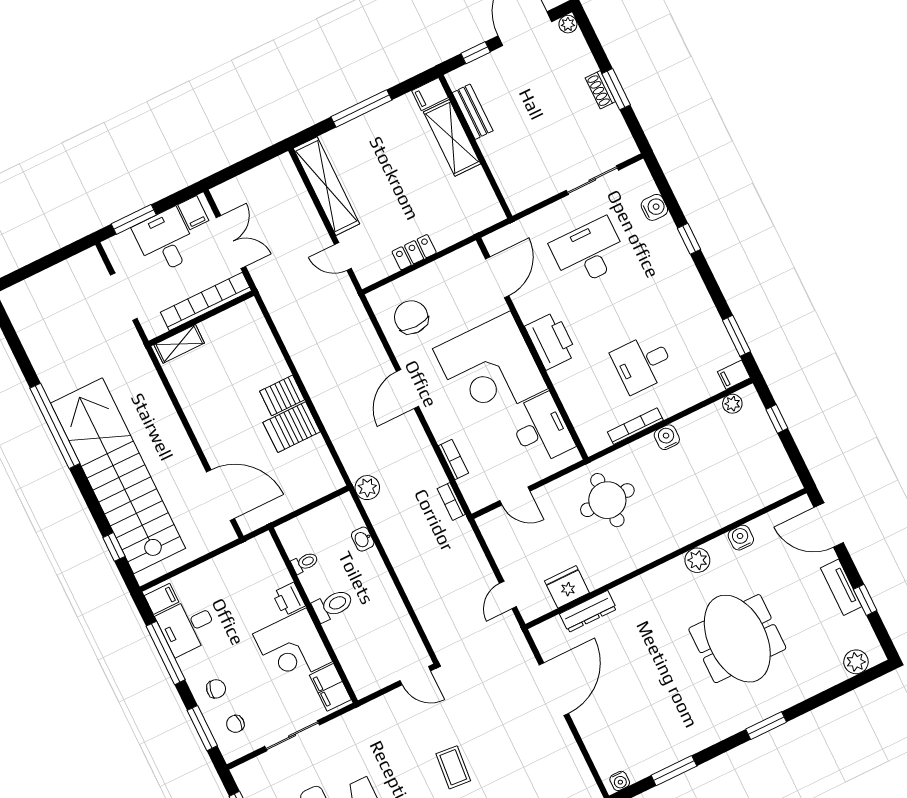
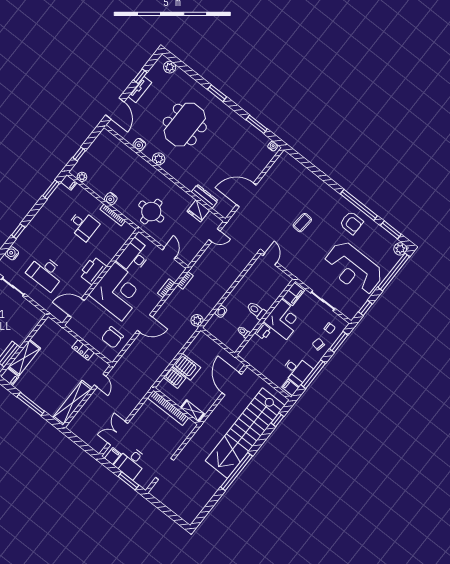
bookcase: (206, 301) -> (168, 408), moved
wall: (201, 318) -> (176, 406), moved
shelving: (179, 344) -> (192, 411), moved

